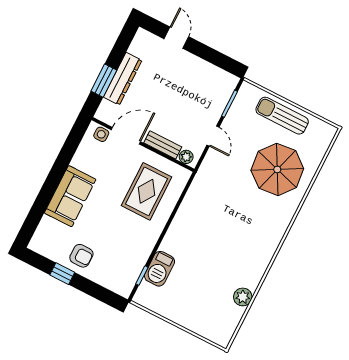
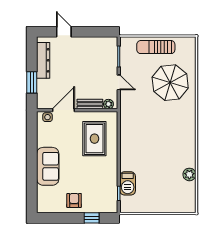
dresser: (123, 79) -> (43, 60), moved
armchair: (81, 256) -> (74, 200), turned -90
window: (62, 274) -> (92, 218), moved

